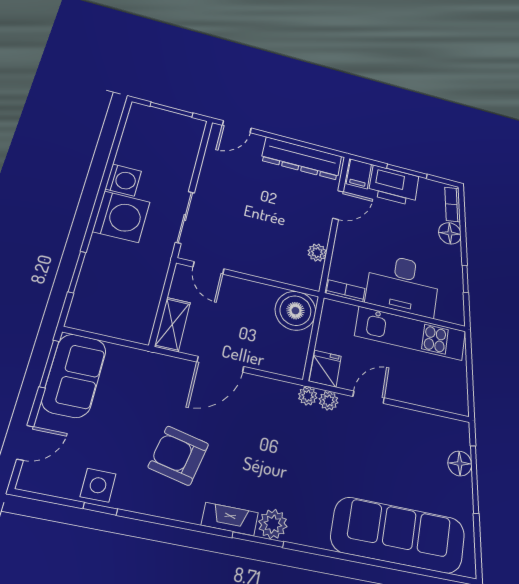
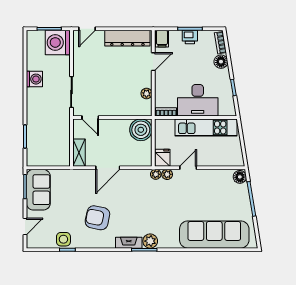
printer: (394, 185) -> (190, 37), width x0.53, depth x0.68
washing machine: (121, 217) -> (58, 42), moved, turned 180
floor lamp: (460, 463) -> (240, 177), moved

